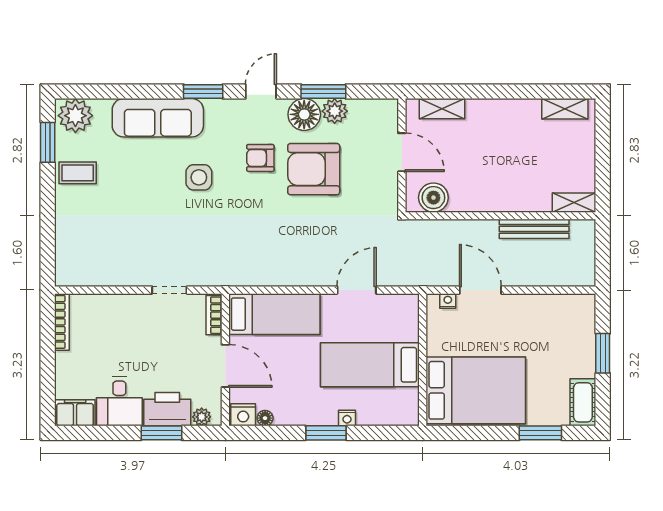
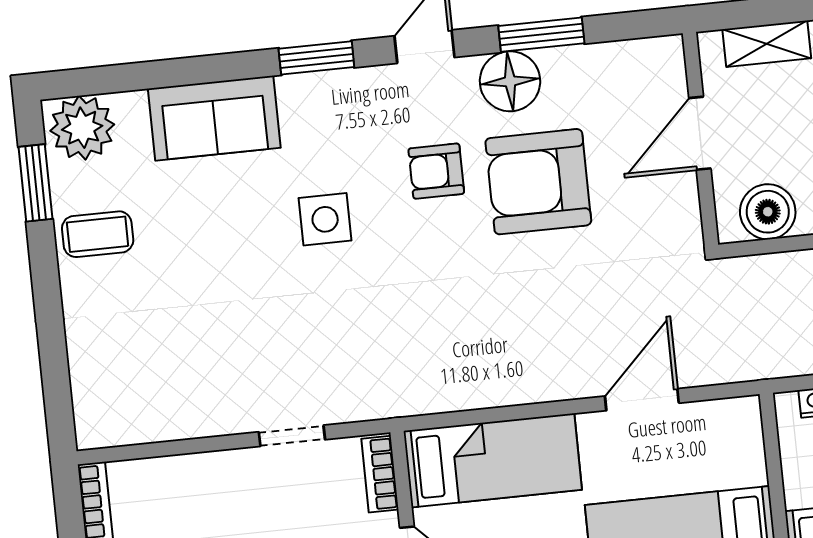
plant: (335, 111) -> (566, 69), removed
sofa: (158, 118) -> (214, 118), width x0.73
door: (402, 152) -> (700, 133), swing flipped

